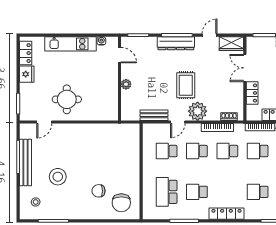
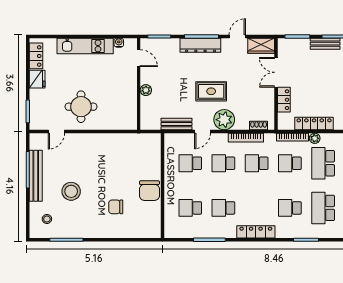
rug: (186, 85) -> (211, 91), turned 90
school desk: (167, 192) -> (190, 208), width x0.54
chair: (121, 203) -> (149, 191), moved

